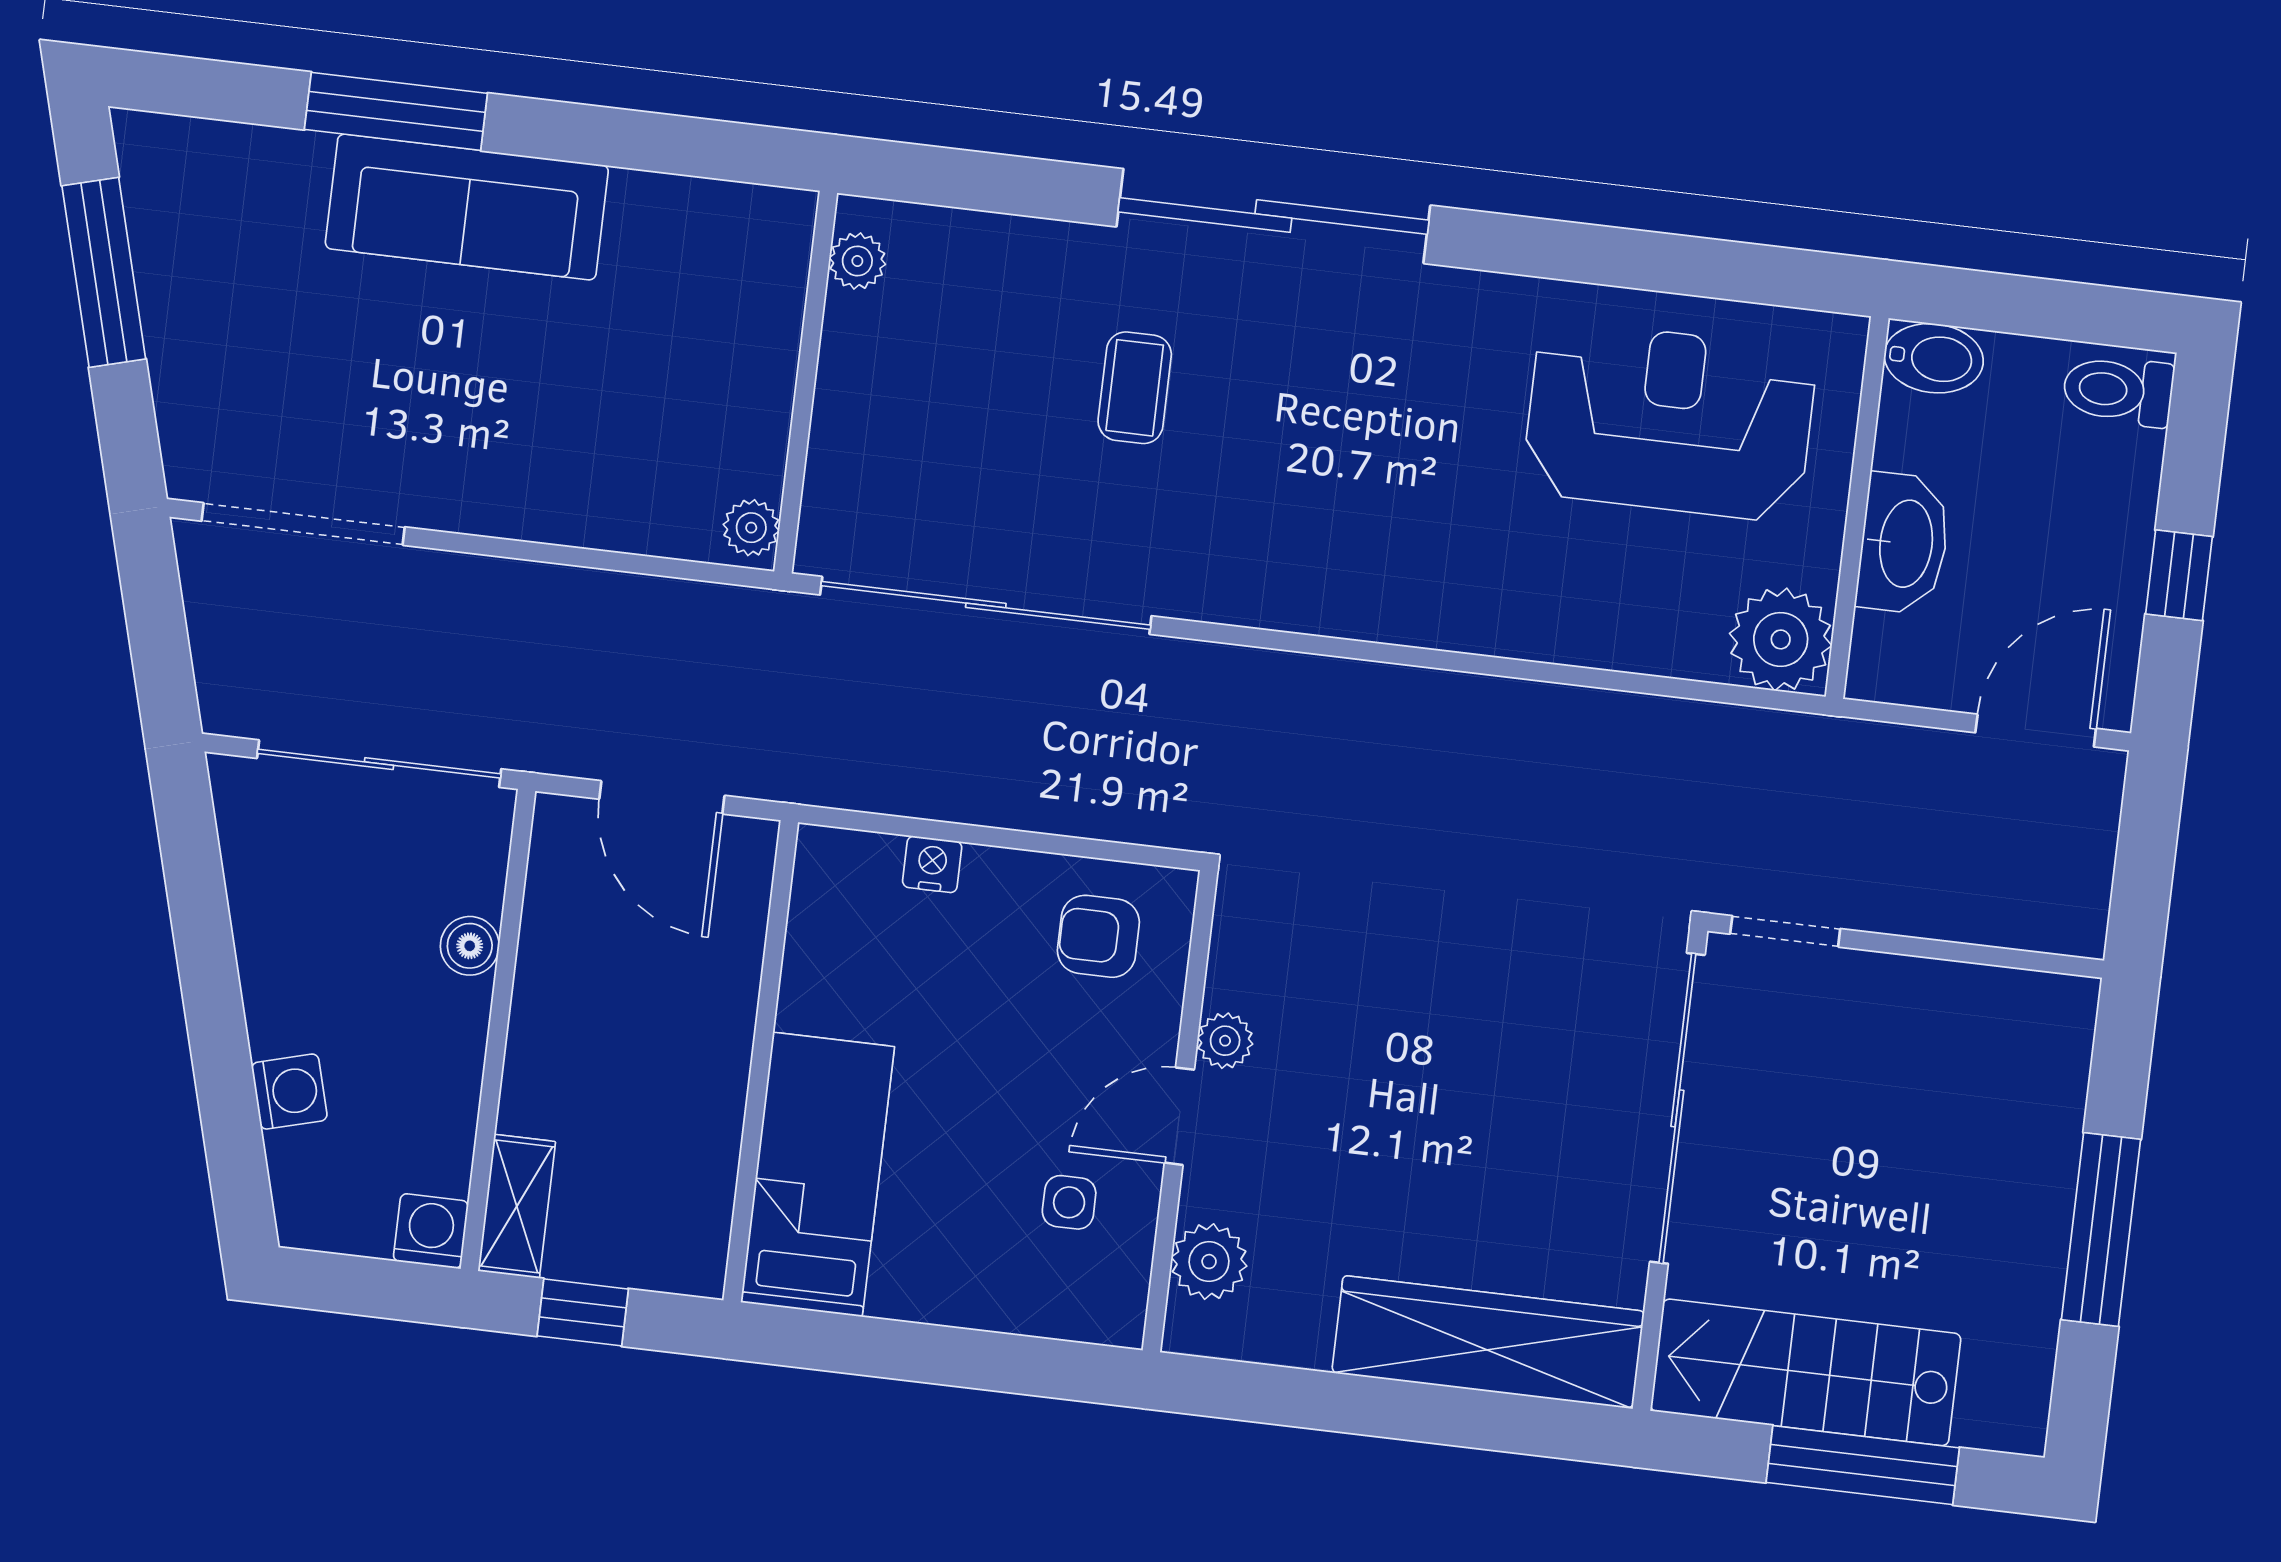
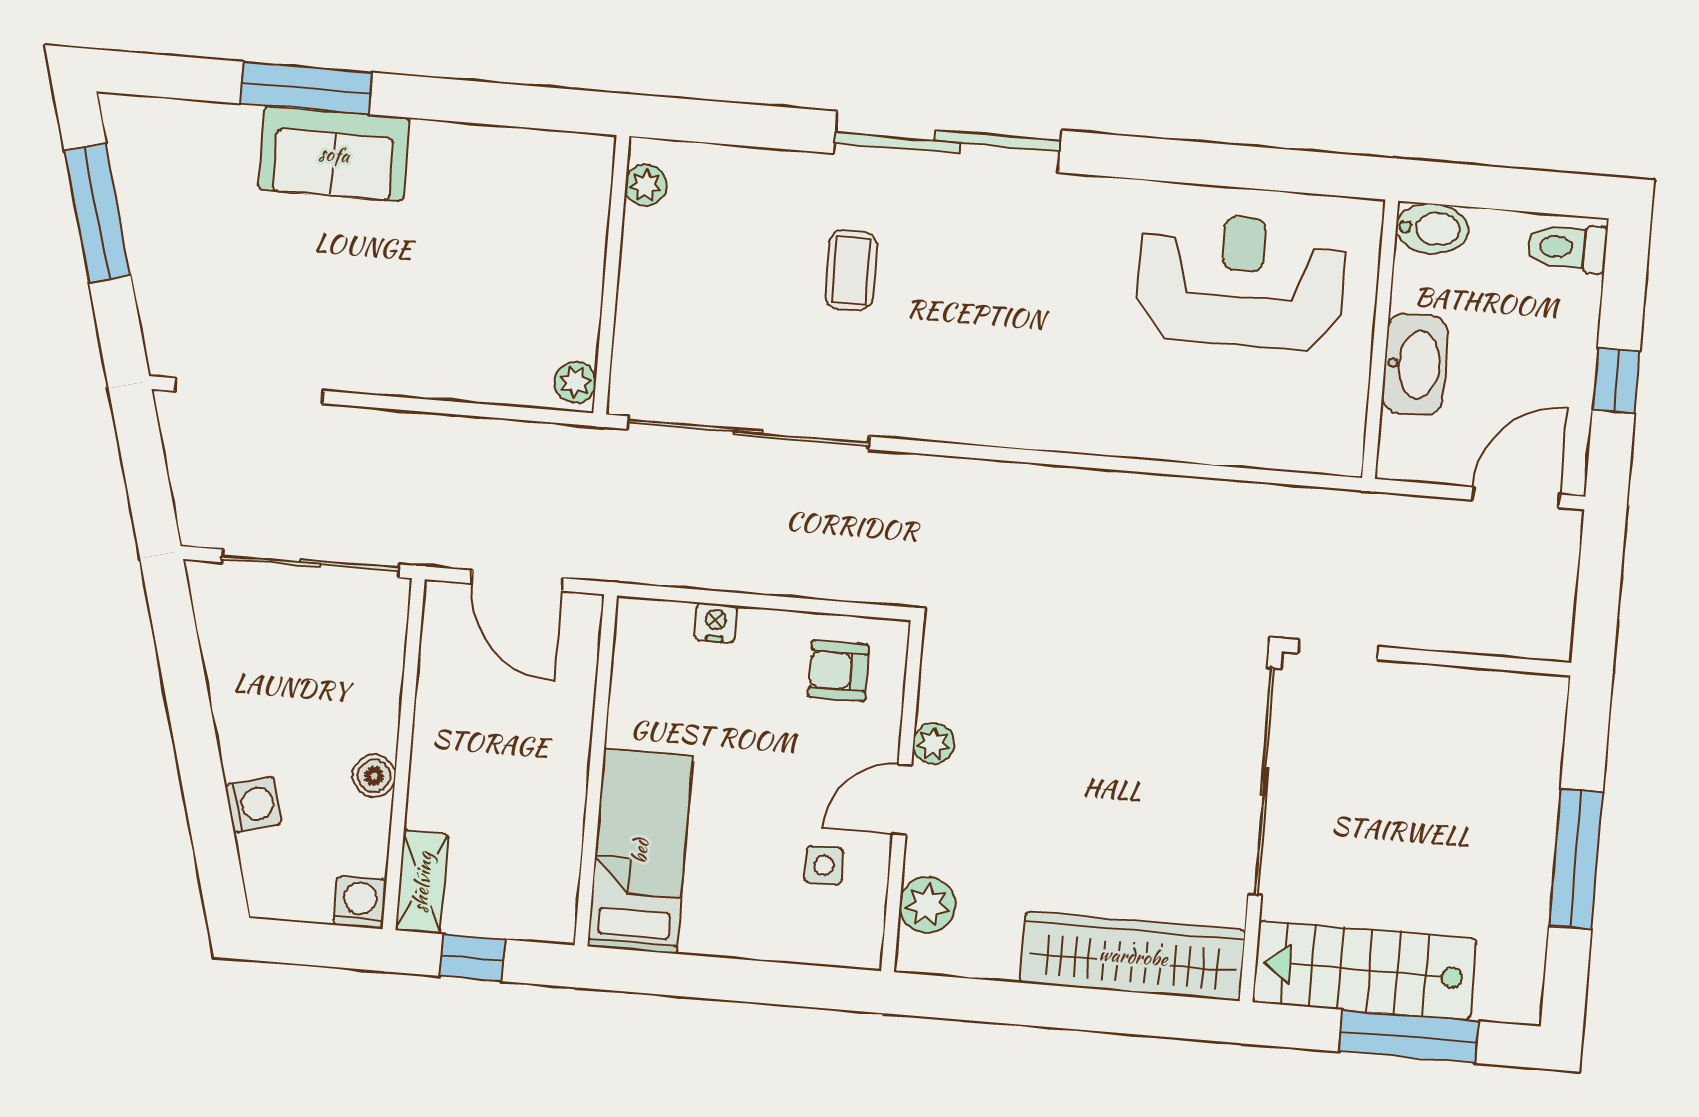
sofa: (467, 207) -> (334, 154), width x0.73
plant: (1781, 639) -> (1328, 437), removed
boiler: (470, 946) -> (374, 776), moved

